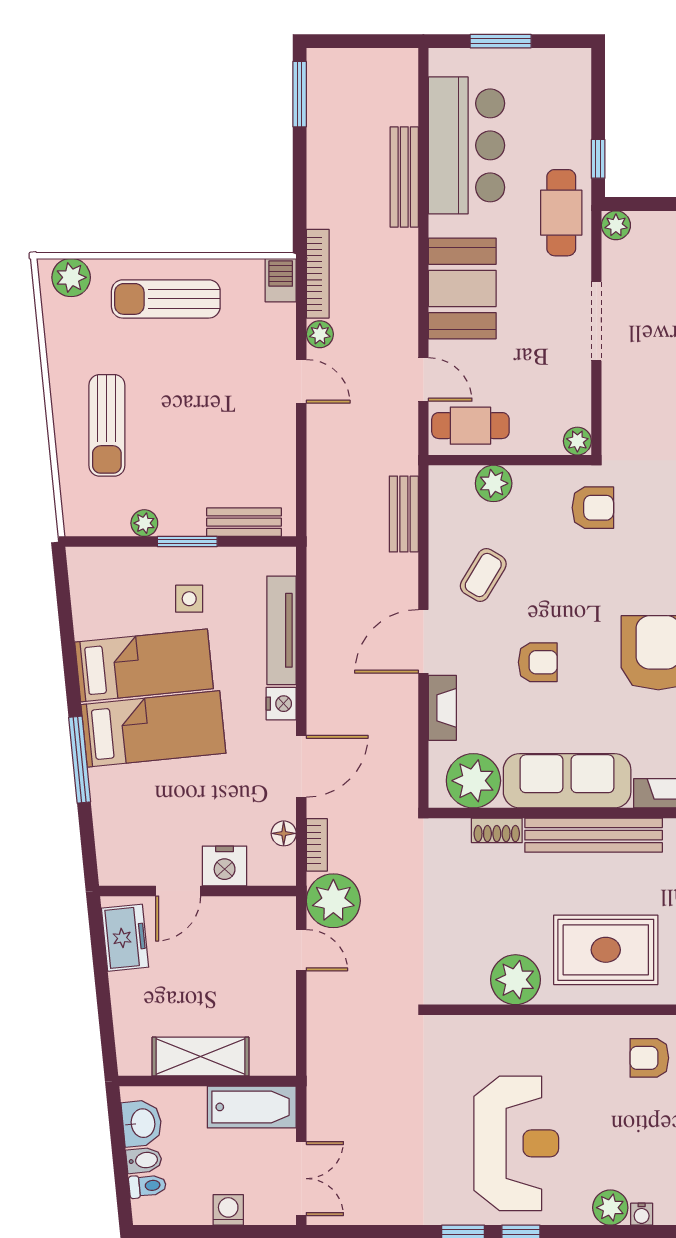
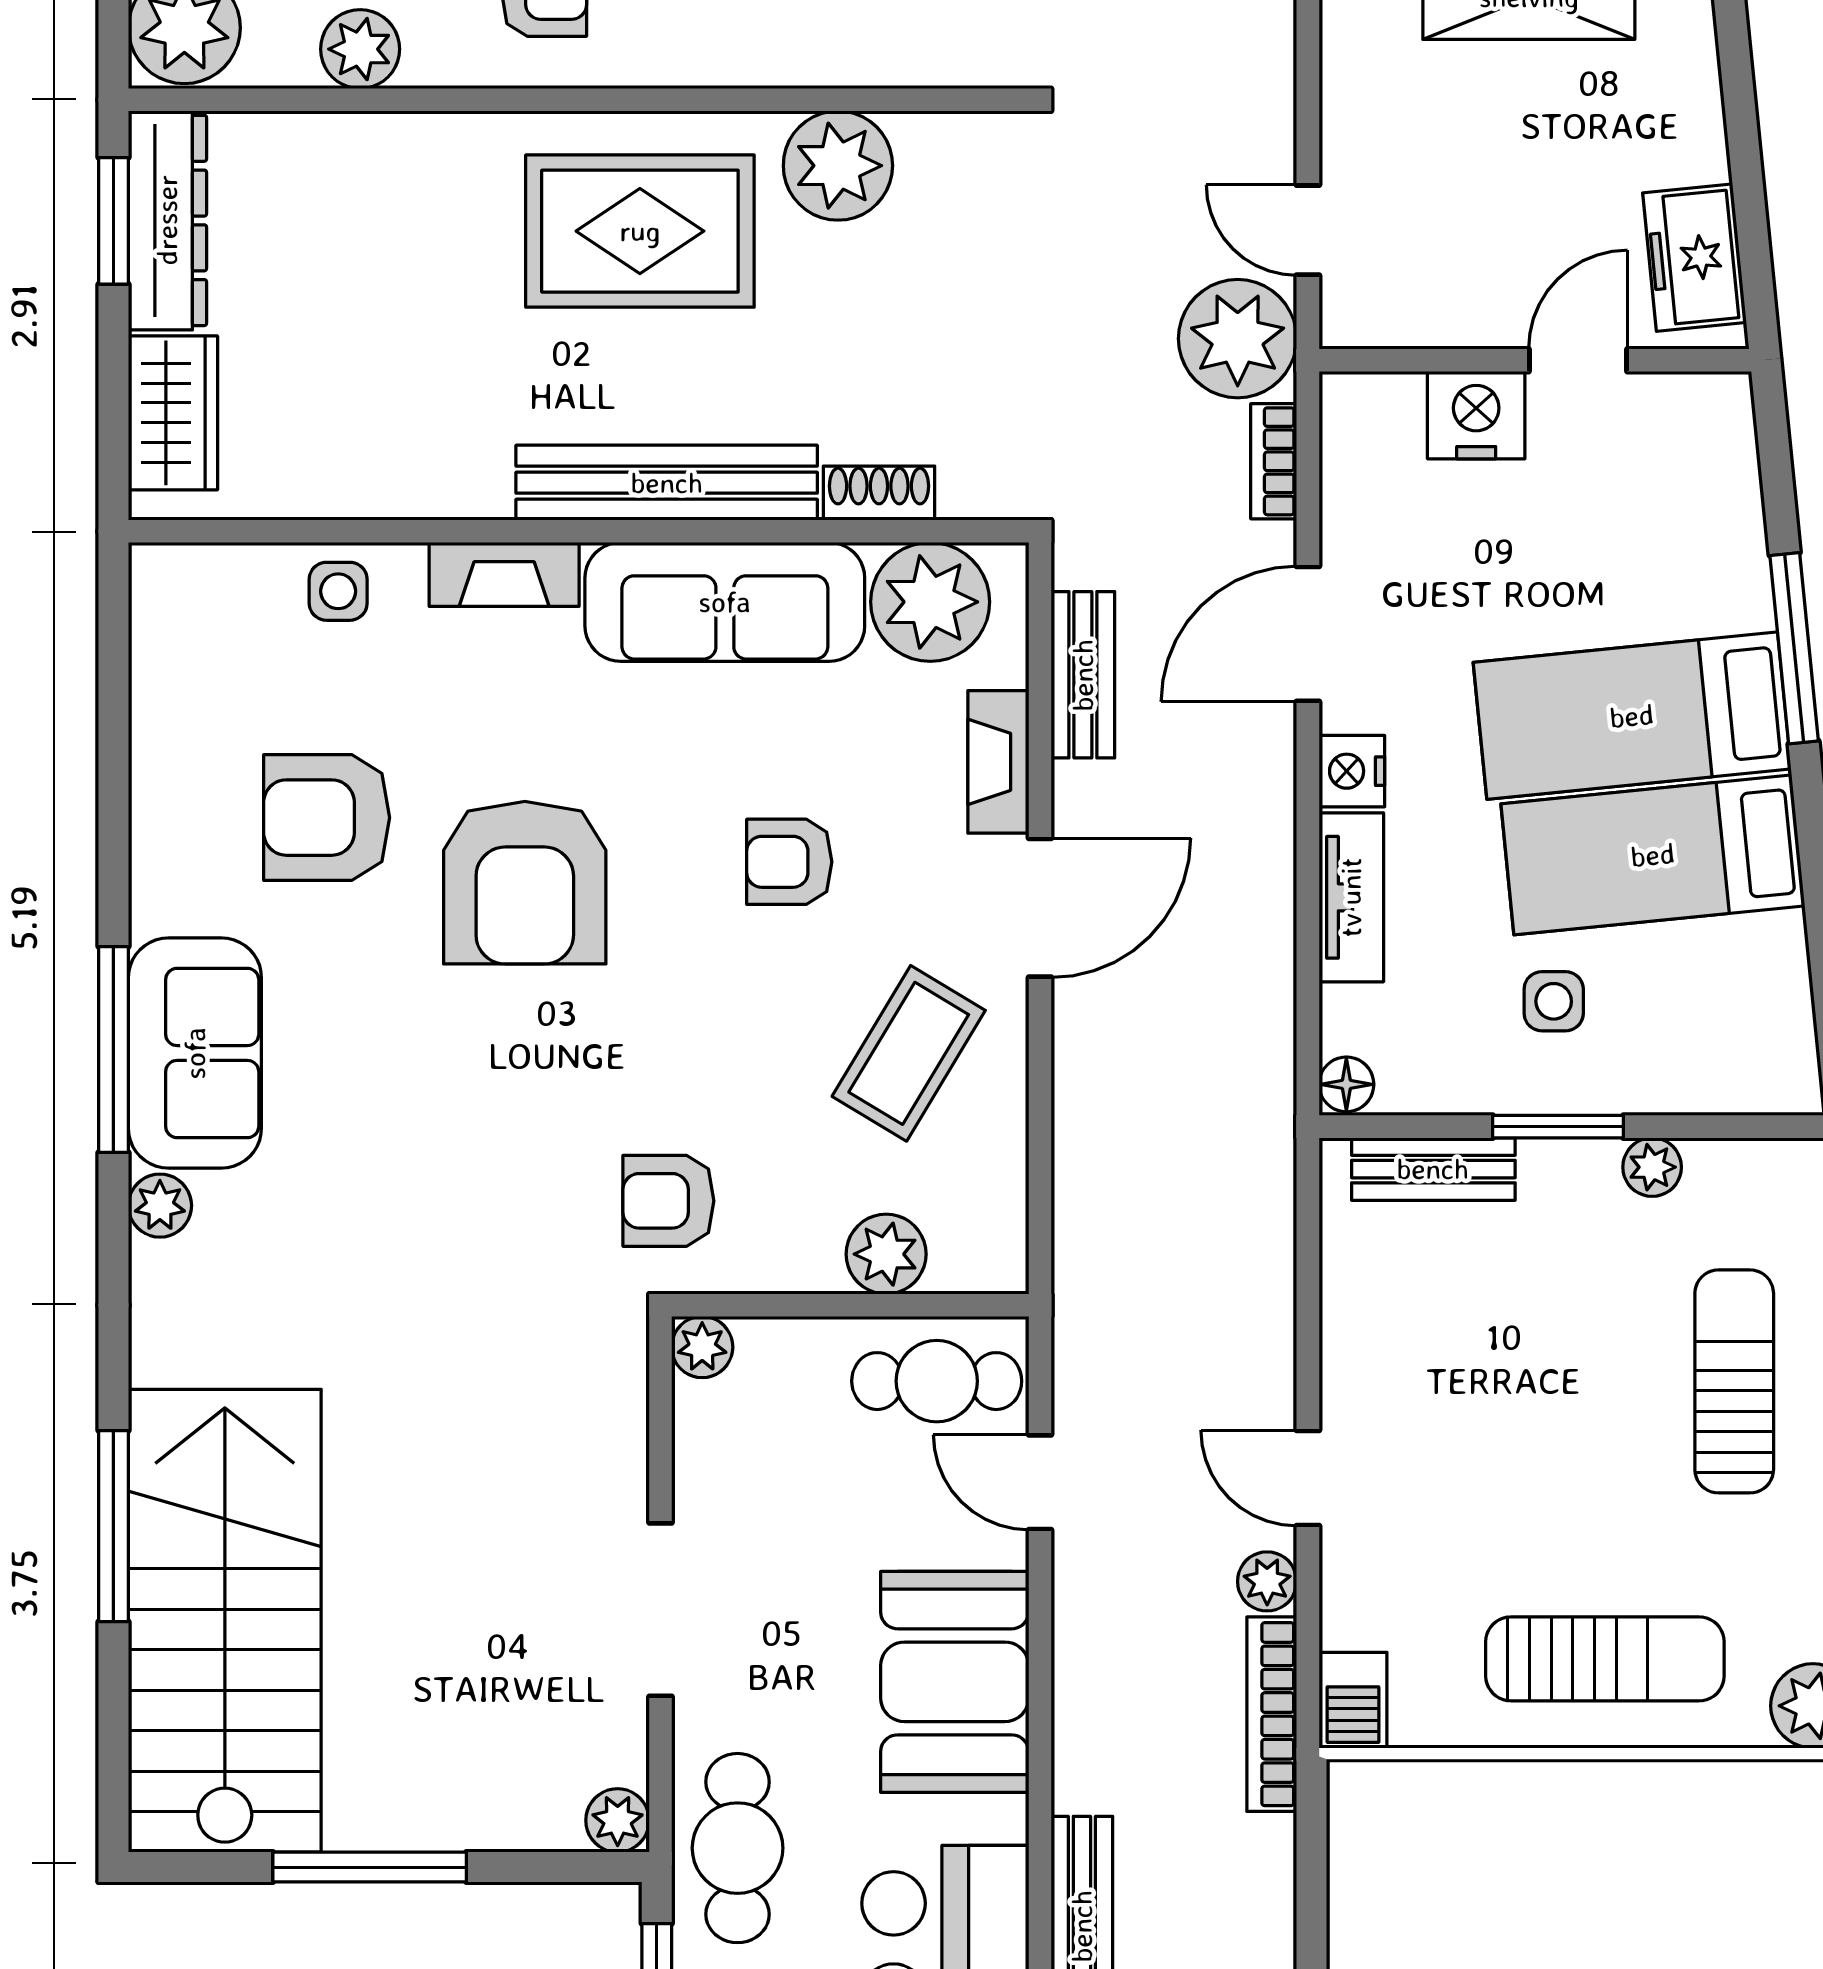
bench: (404, 514) -> (1083, 675), moved
coffee table: (483, 575) -> (909, 1053), width x1.36, depth x1.30
tv unit: (281, 630) -> (1351, 897), width x0.71
floor lamp: (284, 833) -> (1346, 1084), moved

